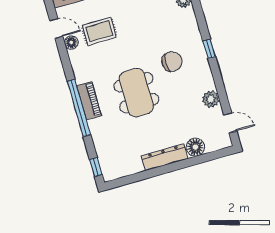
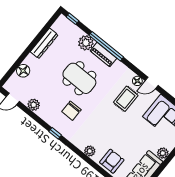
plant: (100, 129) -> (86, 43), added
dresser: (165, 157) -> (44, 43), moved

